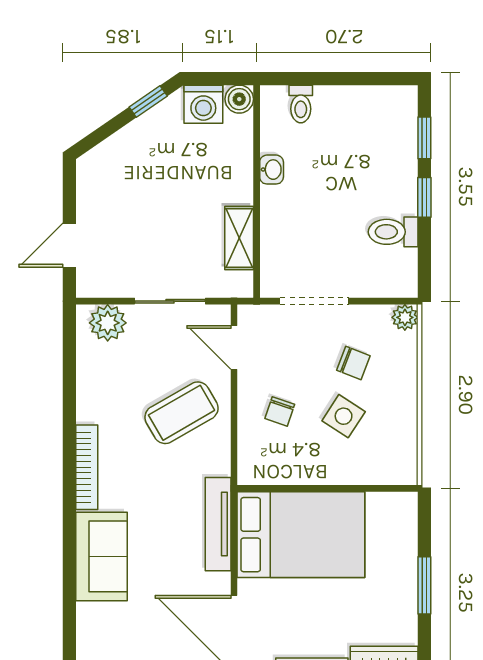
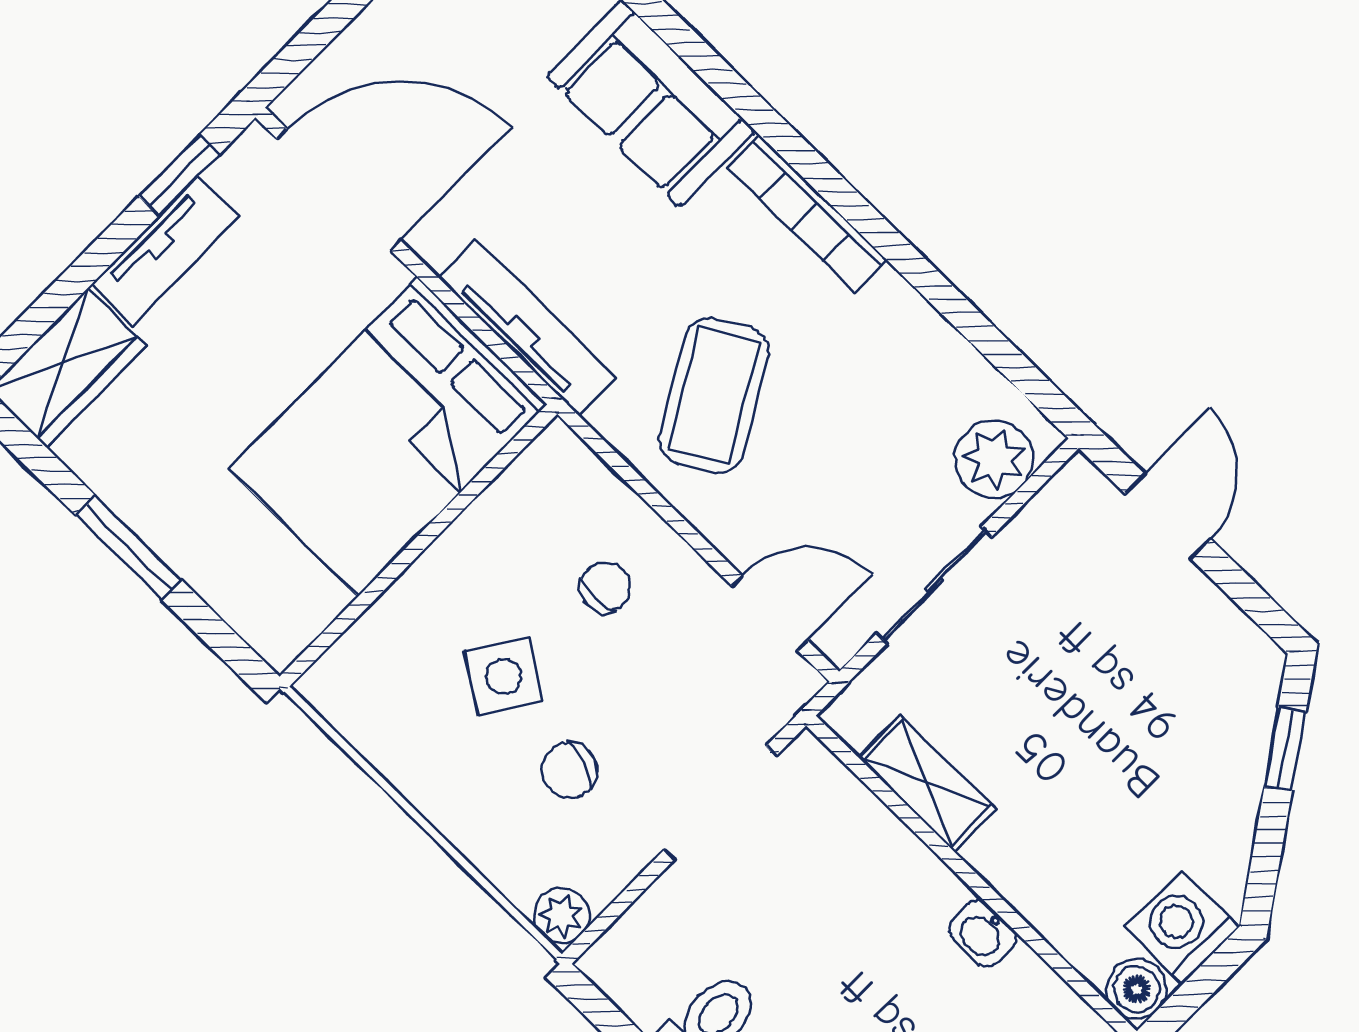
window: (148, 102) -> (1285, 749), moved
chair: (280, 411) -> (605, 587), turned 71
coffee table: (182, 413) -> (714, 395), moved

